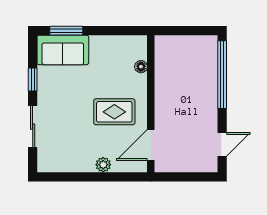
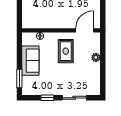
sofa: (63, 50) -> (30, 61), moved
door: (151, 145) -> (85, 30), swing flipped

